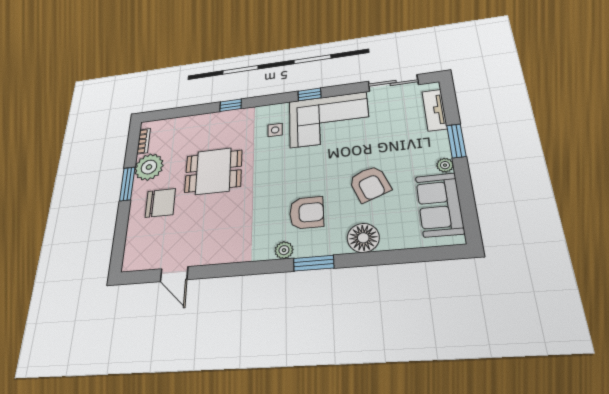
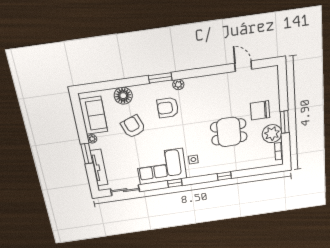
tv unit: (435, 110) -> (99, 168), width x1.41
floor lamp: (363, 238) -> (123, 96), moved

